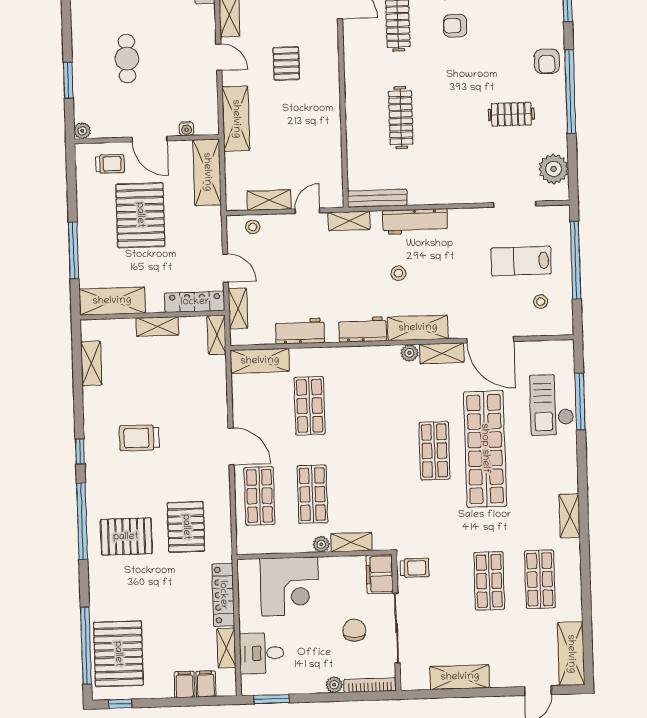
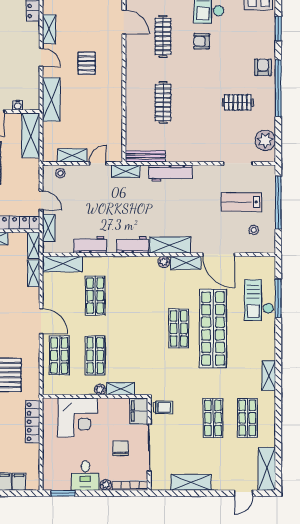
armchair: (547, 61) -> (263, 67), turned 180
stool: (398, 273) -> (158, 208), removed
shelving: (226, 648) -> (34, 273), moved
desk: (262, 653) -> (85, 476), moved, turned -90

